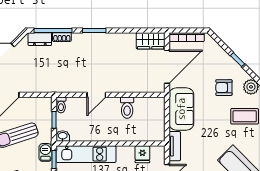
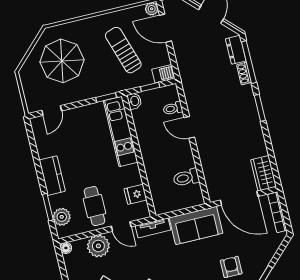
toilet: (61, 105) -> (173, 108), moved
toilet: (127, 108) -> (186, 178), moved
barbecue: (45, 152) -> (163, 74), moved

